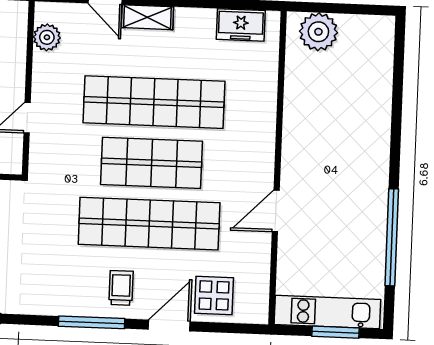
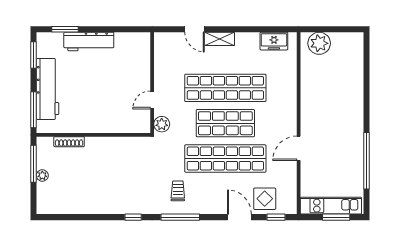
plant: (47, 37) -> (162, 124), moved
trolley: (121, 288) -> (178, 191), moved
window: (92, 322) -> (180, 217), moved
door: (169, 325) -> (239, 217), hinge flipped
window: (232, 328) -> (276, 217), added

